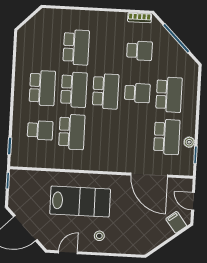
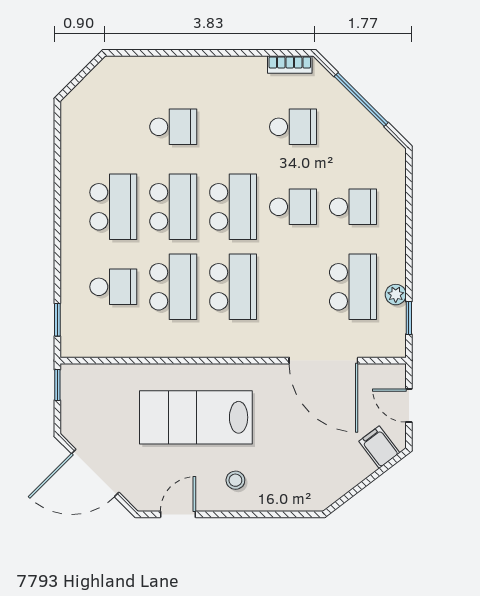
school desk: (76, 47) -> (173, 127), width x0.54
school desk: (169, 95) -> (353, 207), width x0.54
school desk: (103, 134) -> (233, 287), added
lab bench: (80, 202) -> (196, 417), turned 180

